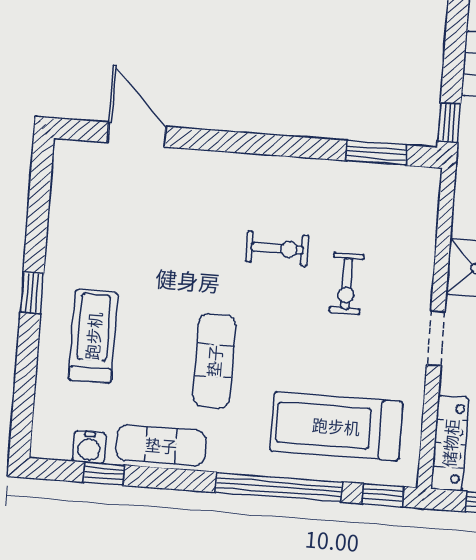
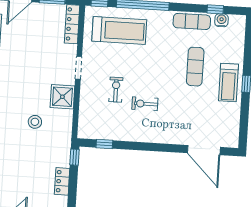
door: (137, 135) -> (204, 150), width x1.36
window: (376, 153) -> (104, 144), width x0.67
treadmill: (93, 336) -> (228, 83), moved
exercise mat: (214, 361) -> (195, 67), moved

